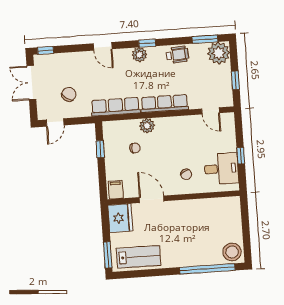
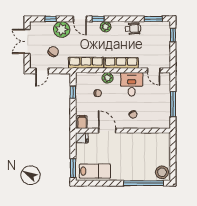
window: (147, 43) -> (98, 19), moved
window: (45, 50) -> (51, 19), moved
plant: (219, 53) -> (62, 29), moved
window: (235, 80) -> (173, 35), moved
window: (241, 156) -> (173, 104), width x2.17
desk: (221, 169) -> (132, 84), moved, turned -90
fridge: (120, 218) -> (82, 138), width x0.53, depth x0.75

